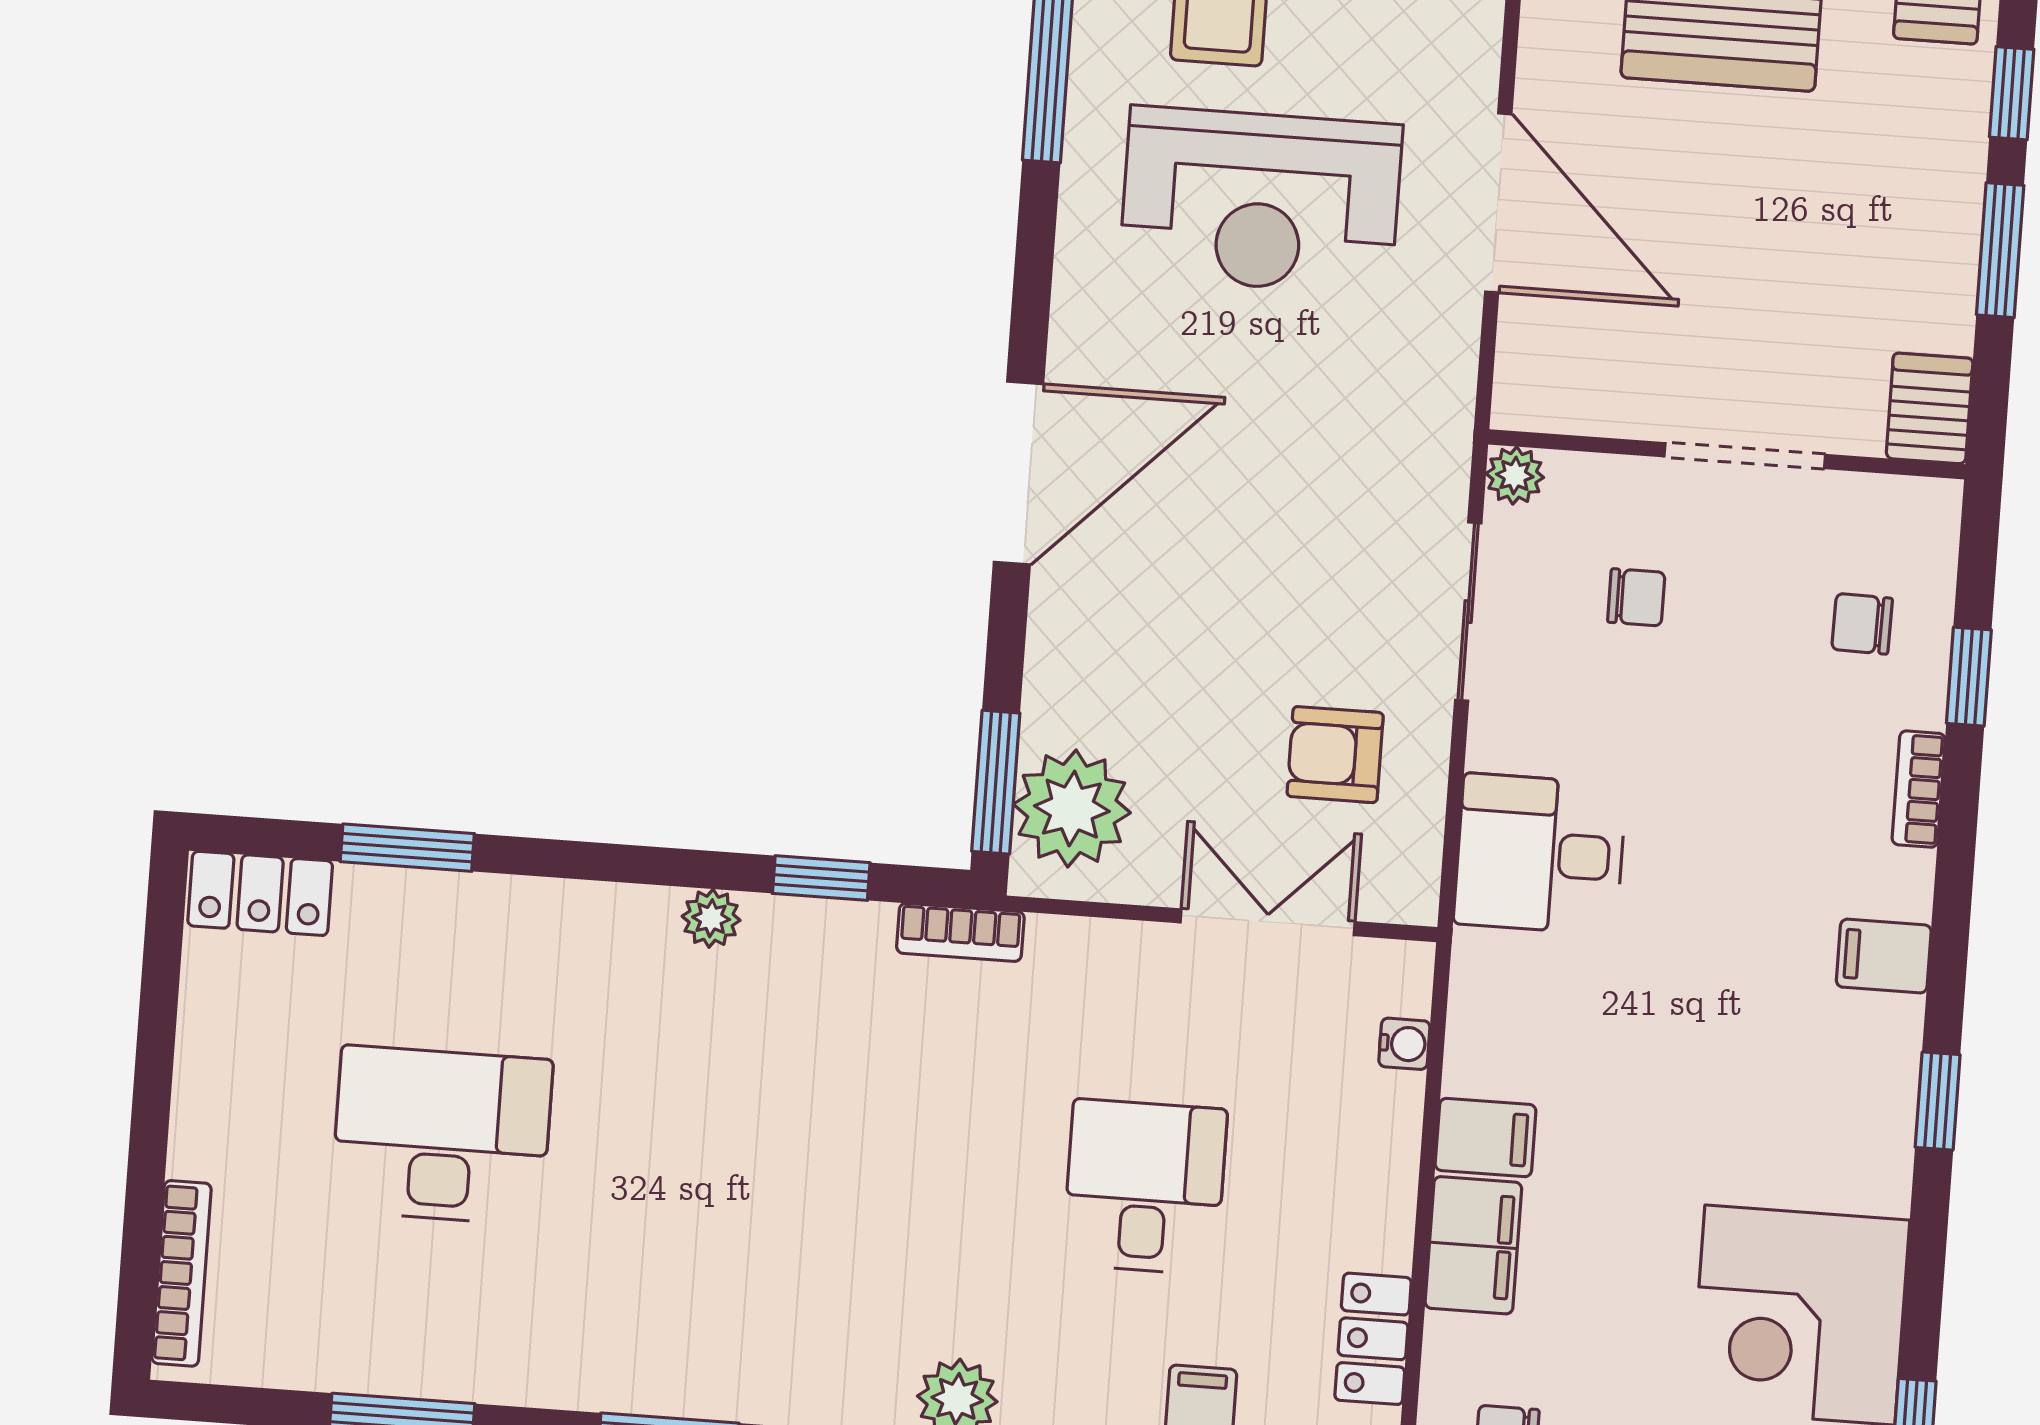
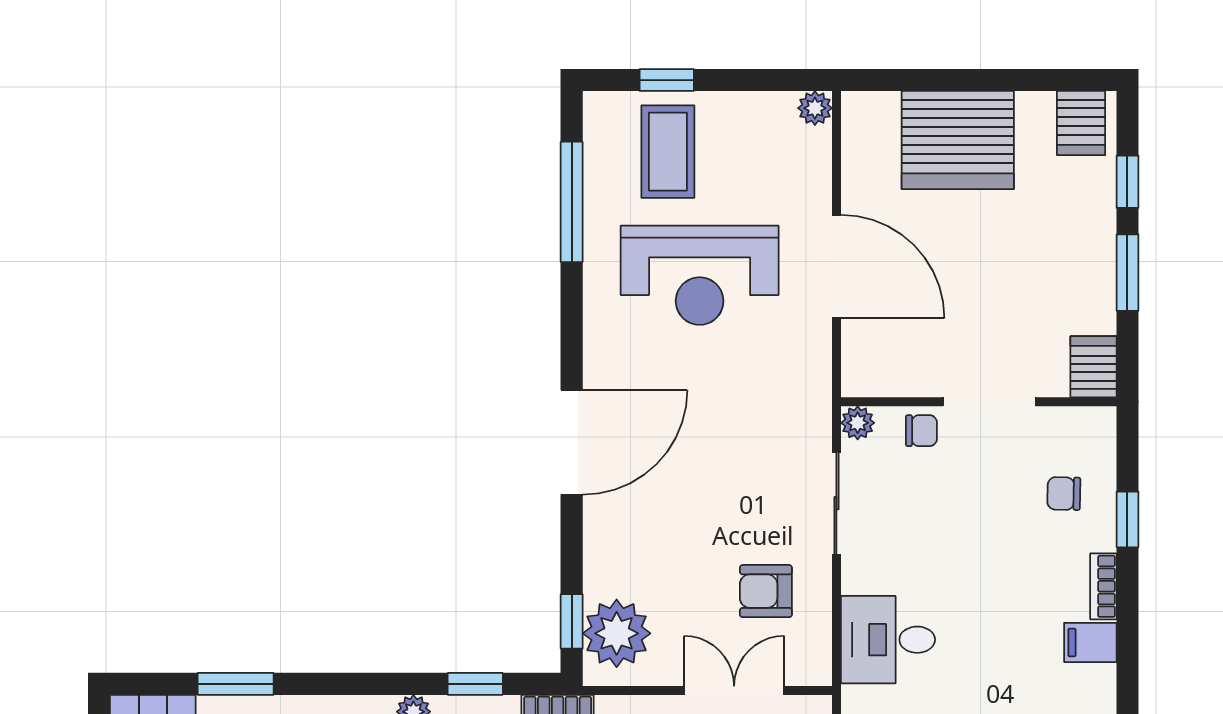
chair: (1636, 597) -> (921, 431), moved
window: (996, 782) -> (572, 621), width x0.67
filing cabinet: (1884, 956) -> (1090, 642), moved

